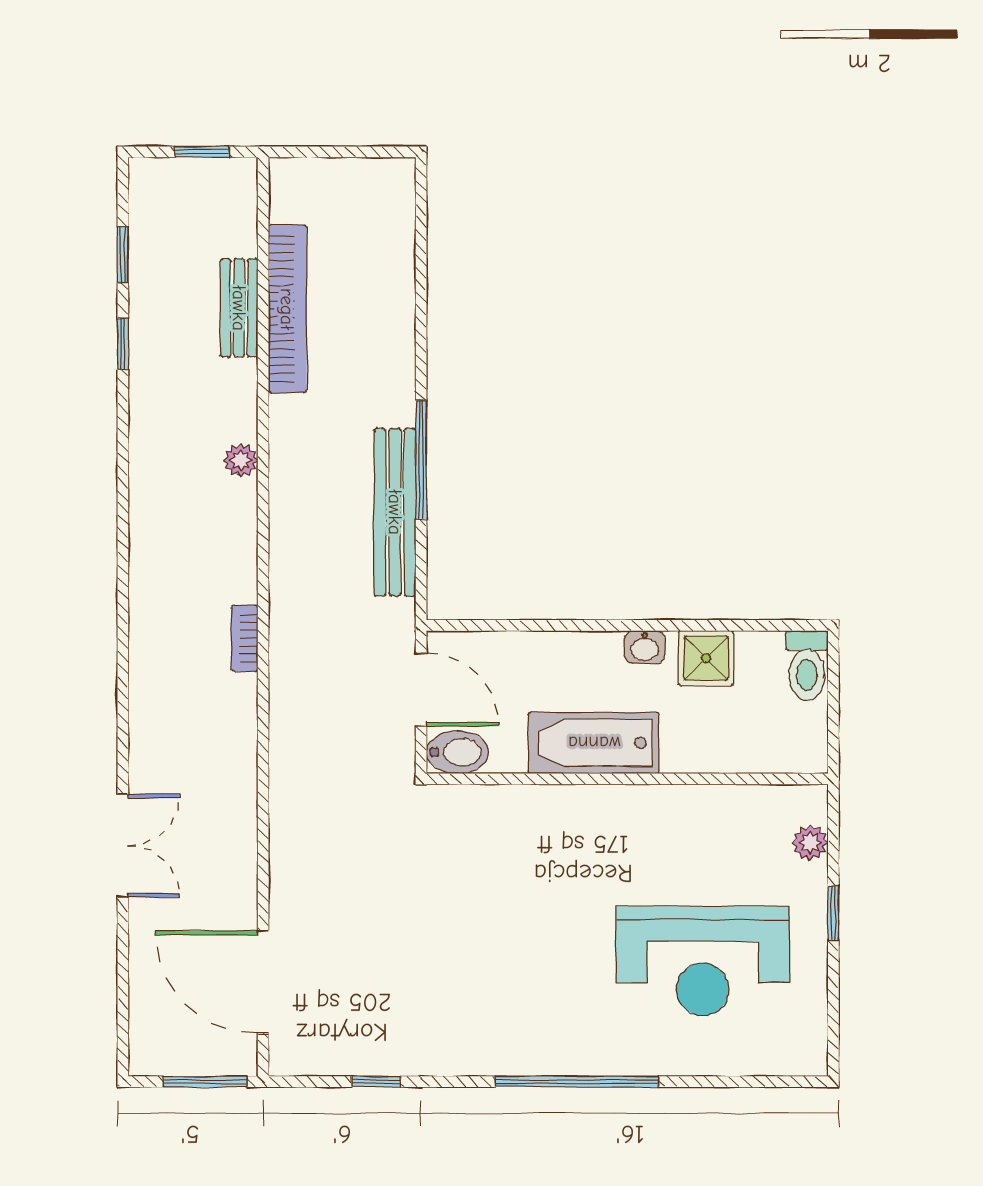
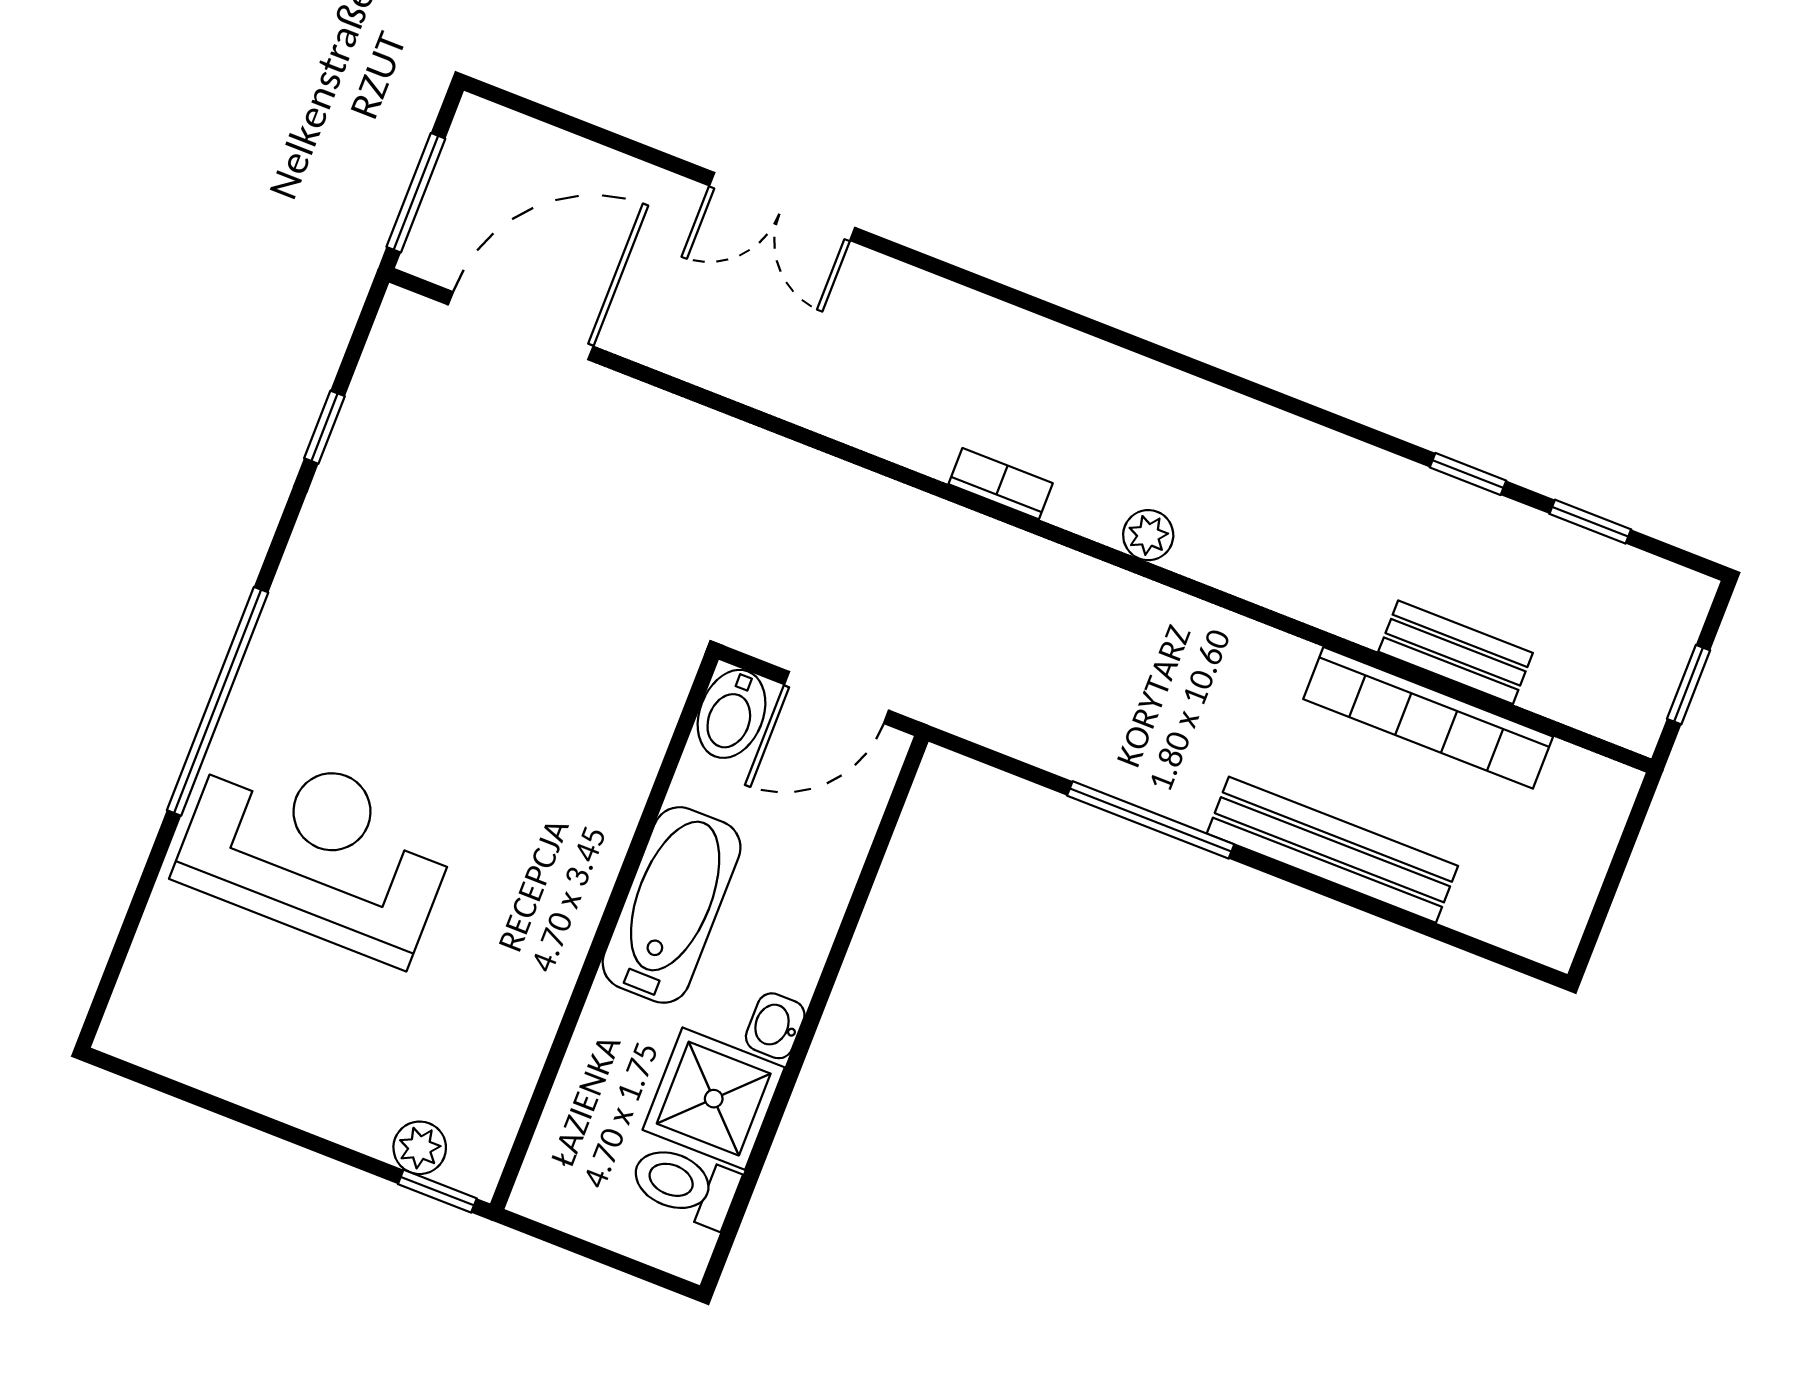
plant: (241, 460) -> (1148, 535), moved
bench: (395, 512) -> (1332, 850), moved
shower: (706, 658) -> (714, 1099), width x1.36, depth x1.36
toilet: (807, 665) -> (684, 1185), moved
window: (833, 913) -> (437, 1191), moved
reception desk: (703, 961) -> (317, 851), moved, turned 90

